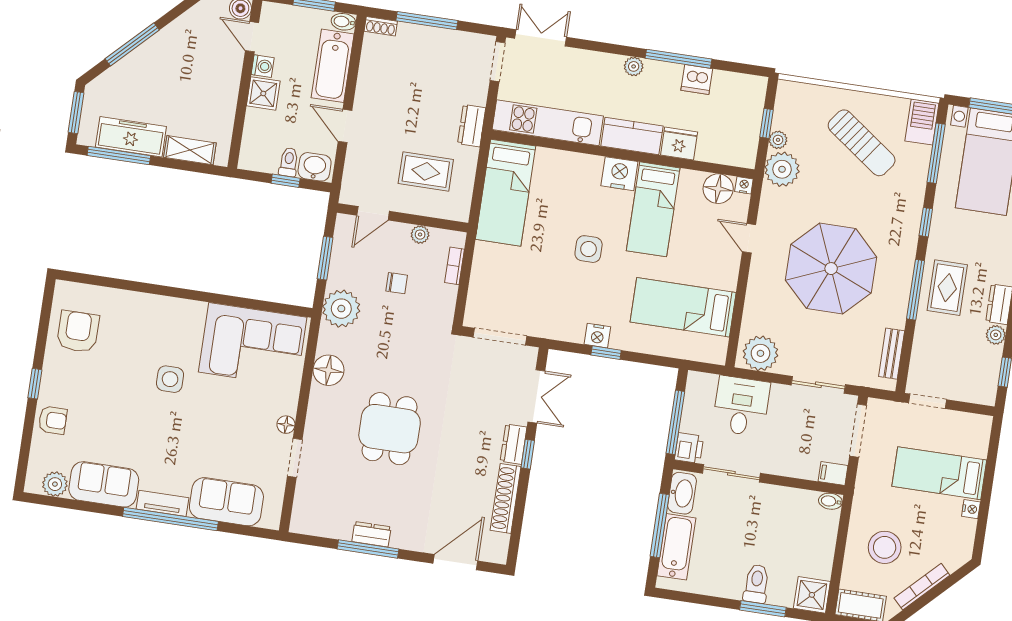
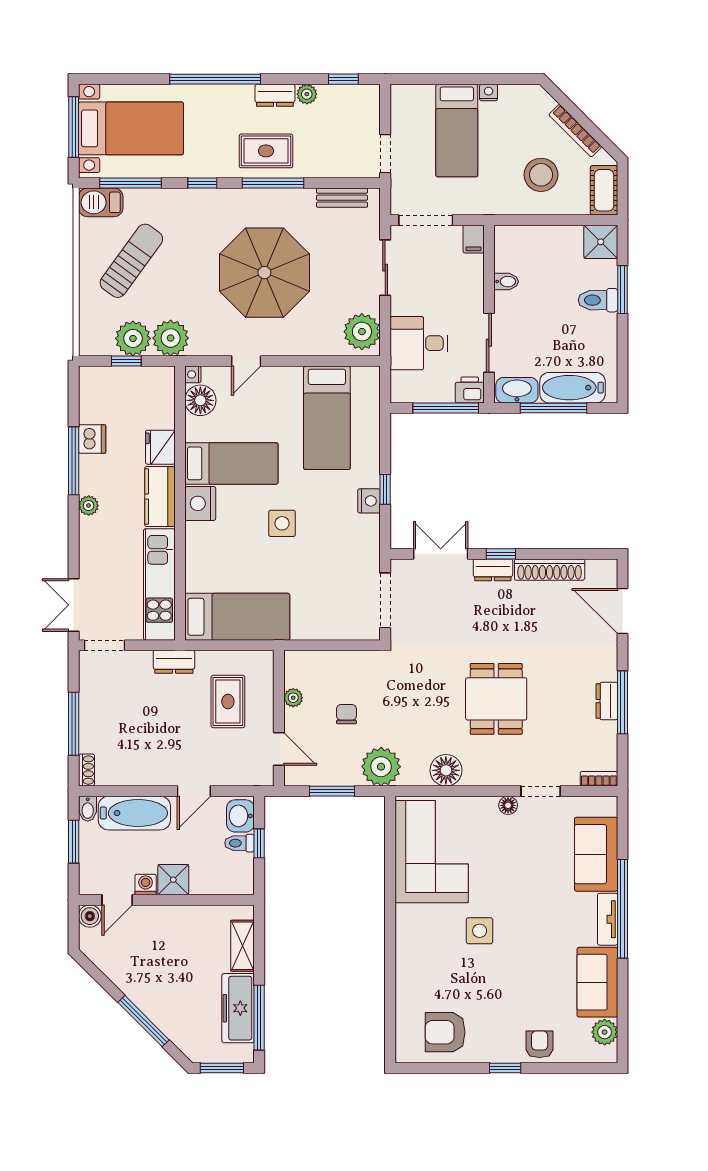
plant: (778, 140) -> (133, 338), width x1.88, depth x1.88
bookcase: (454, 266) -> (599, 779), moved, turned 180
dining table: (390, 429) -> (496, 699), turned 90
bidet: (830, 501) -> (506, 282), moved, turned -90

